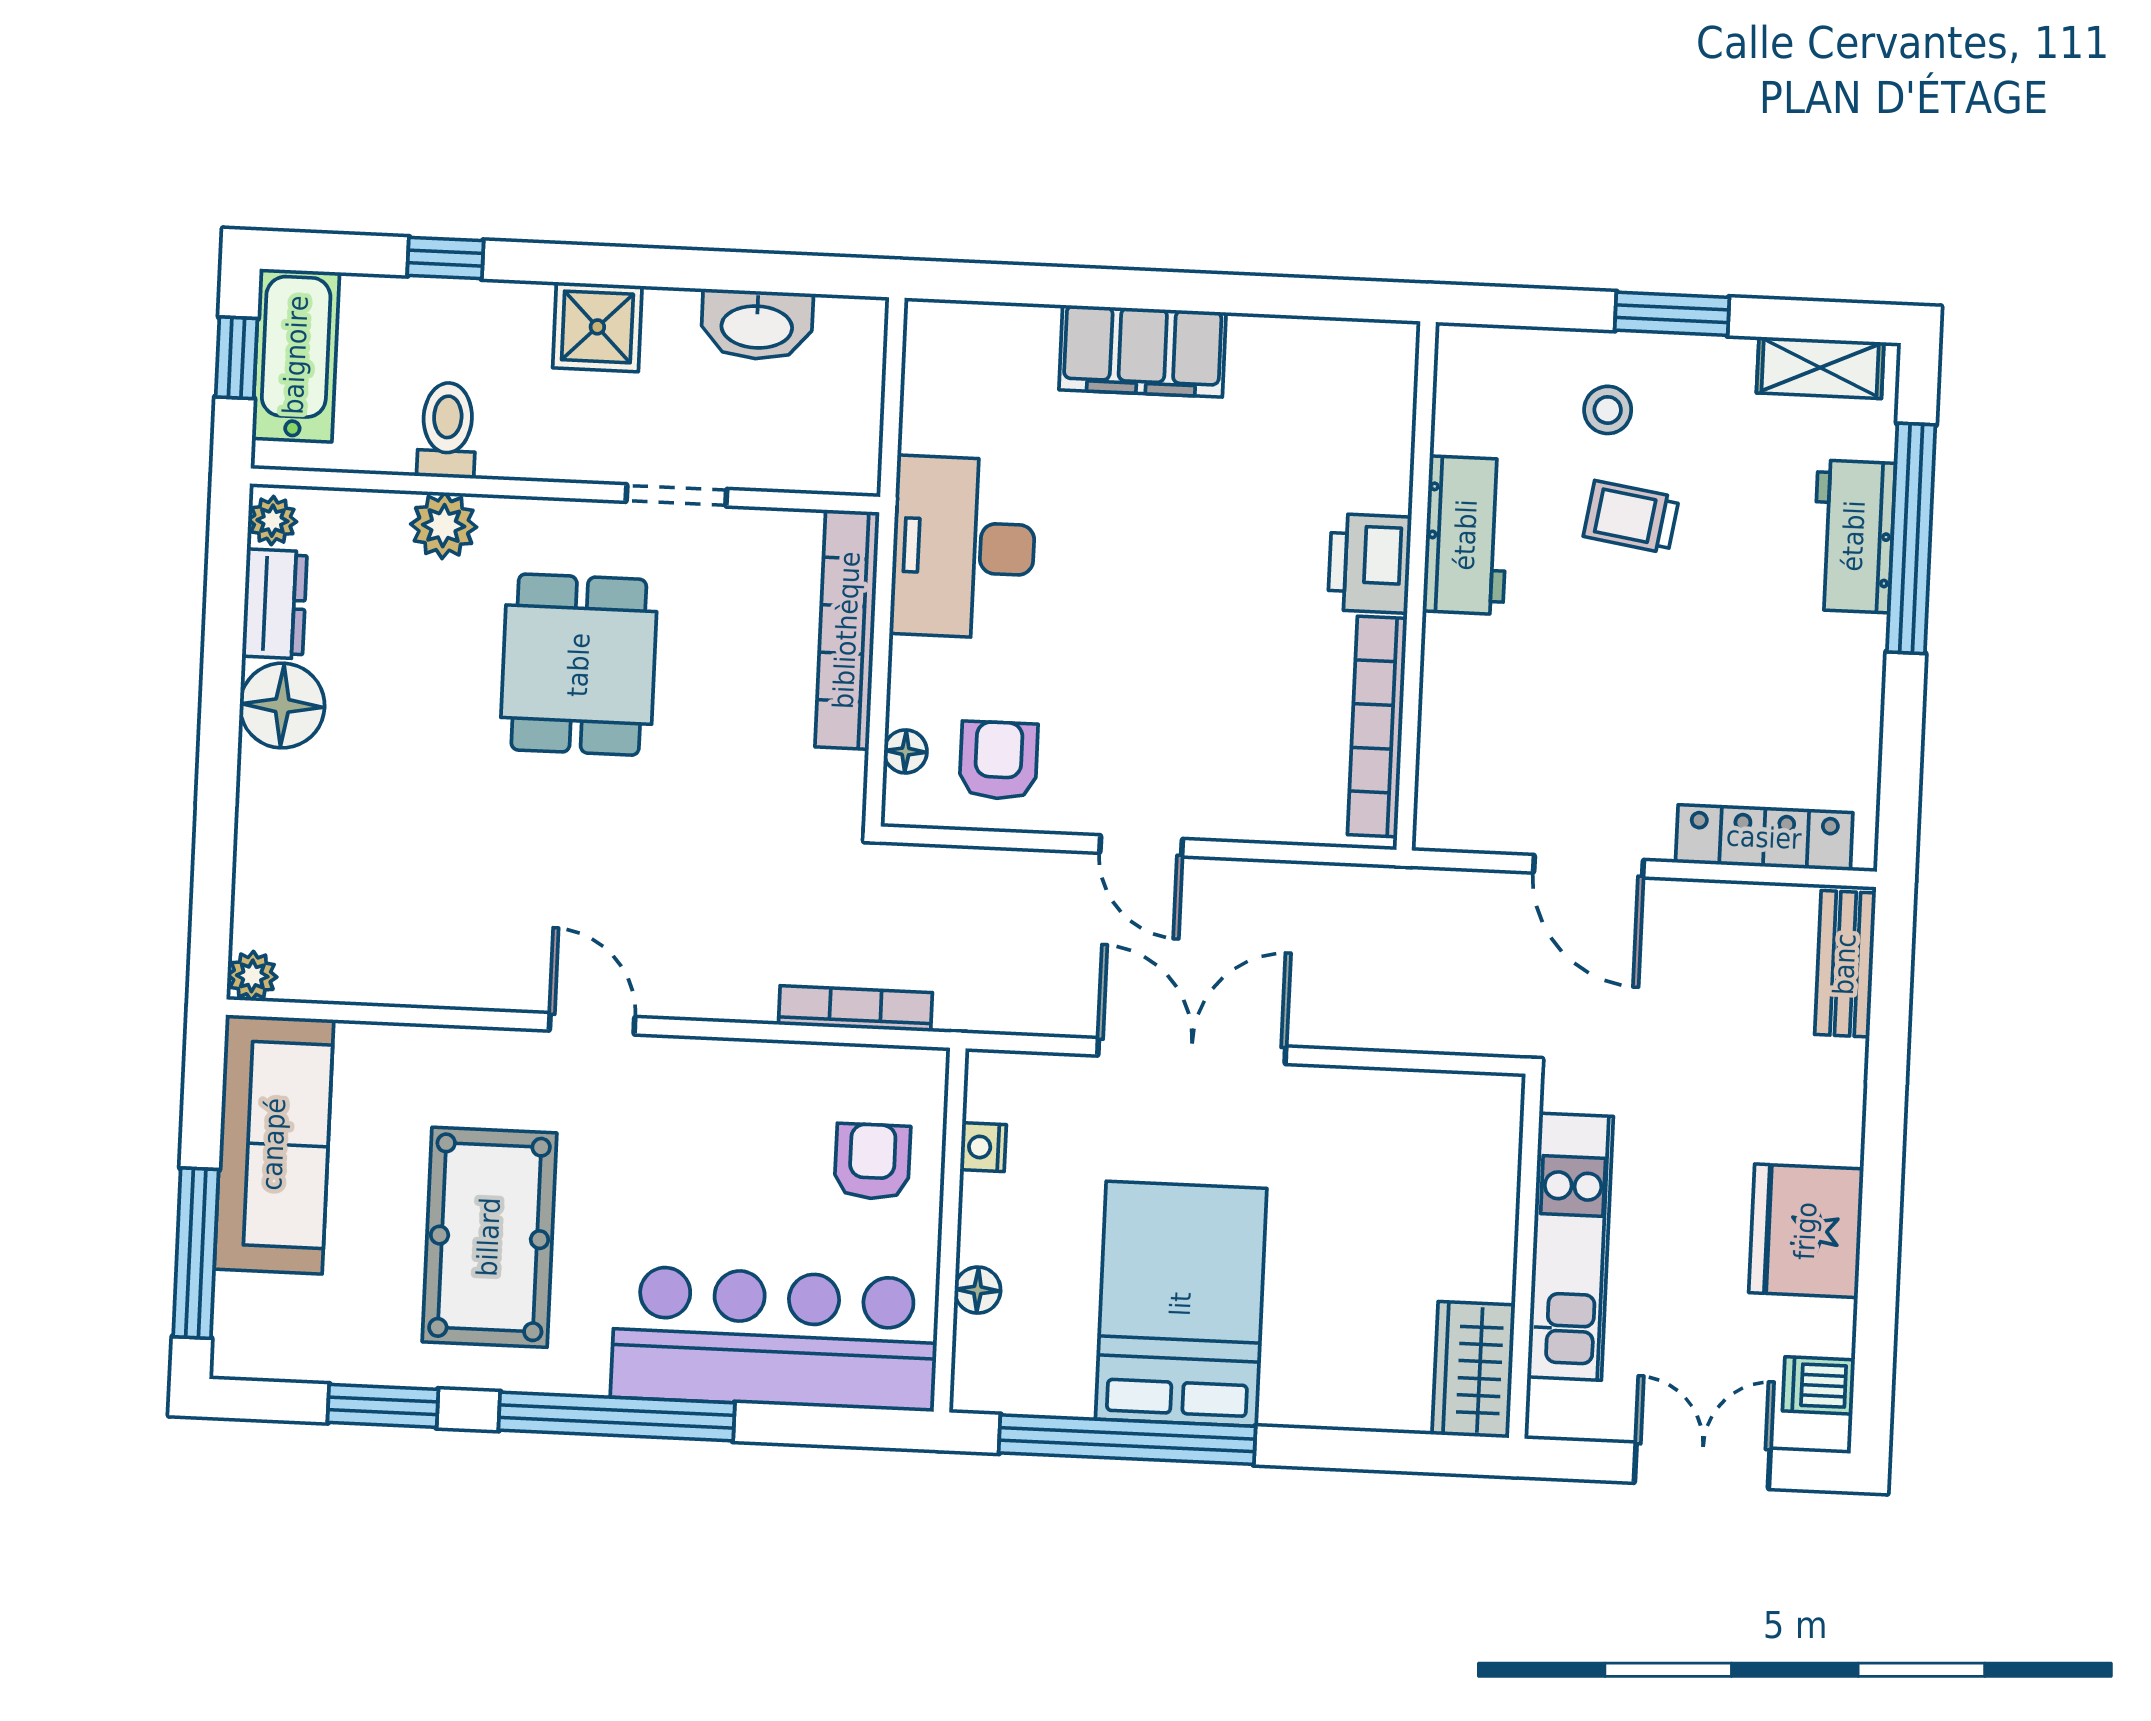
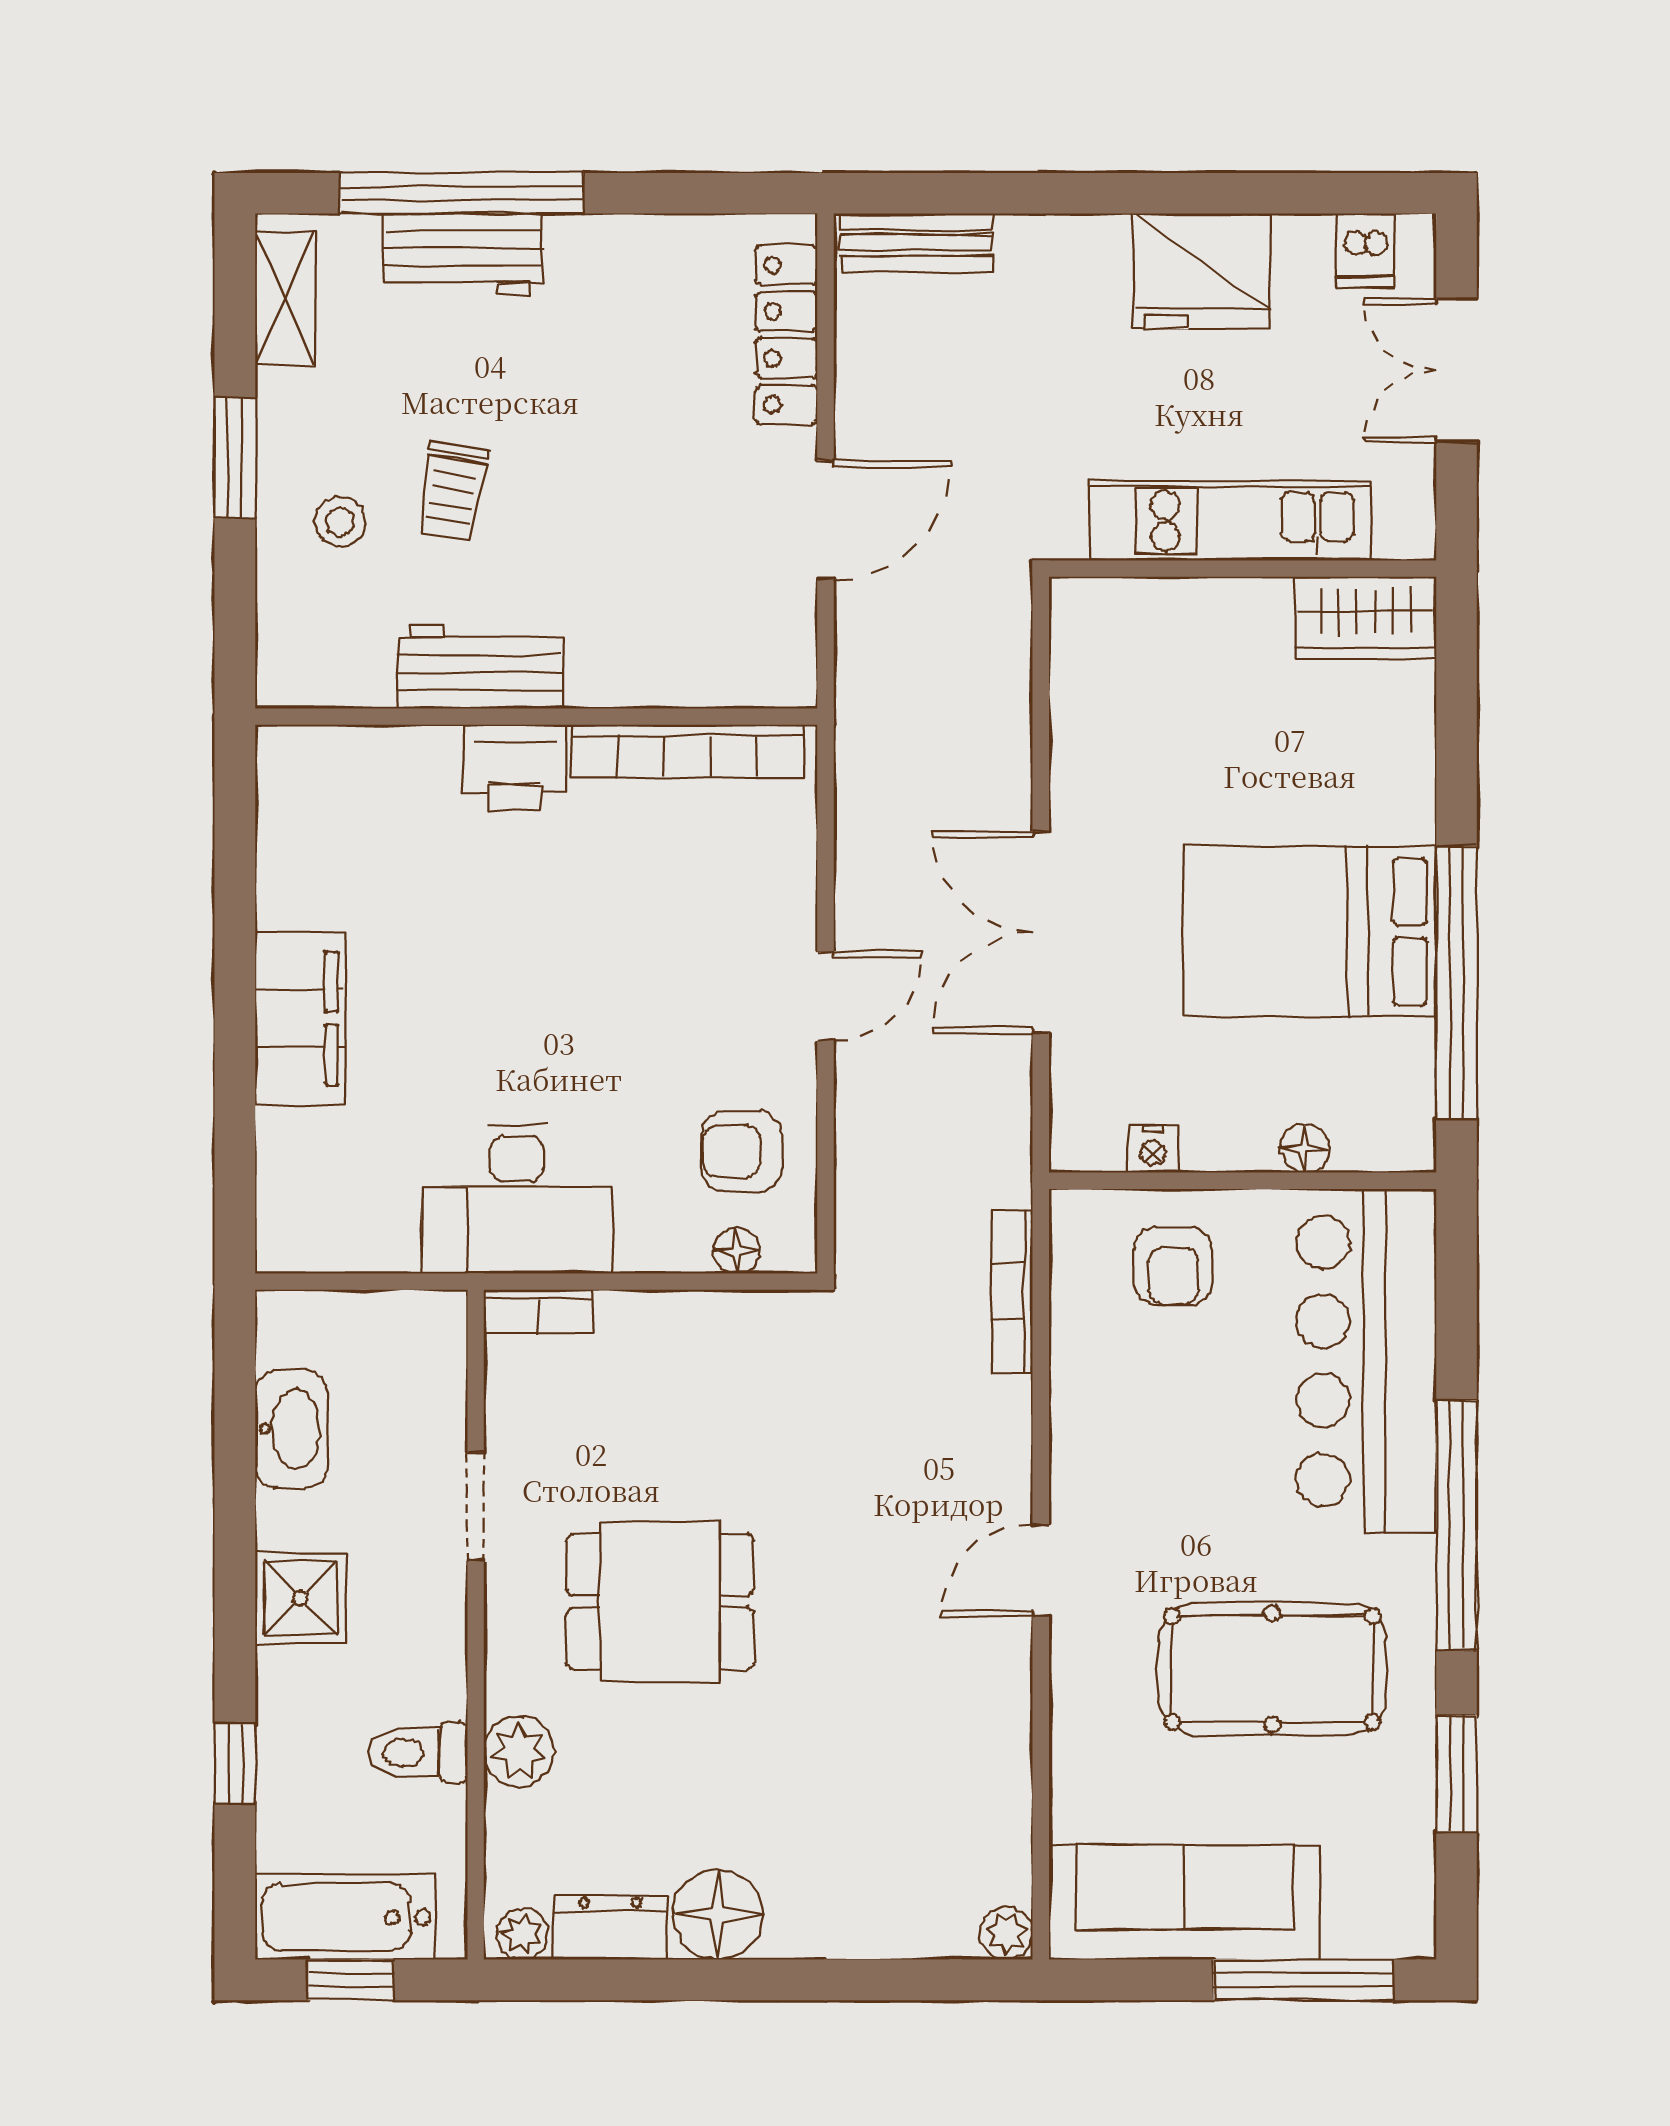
bookcase: (847, 630) -> (538, 1312), width x0.43, depth x0.76
armchair: (872, 1162) -> (1174, 1266), turned -90

